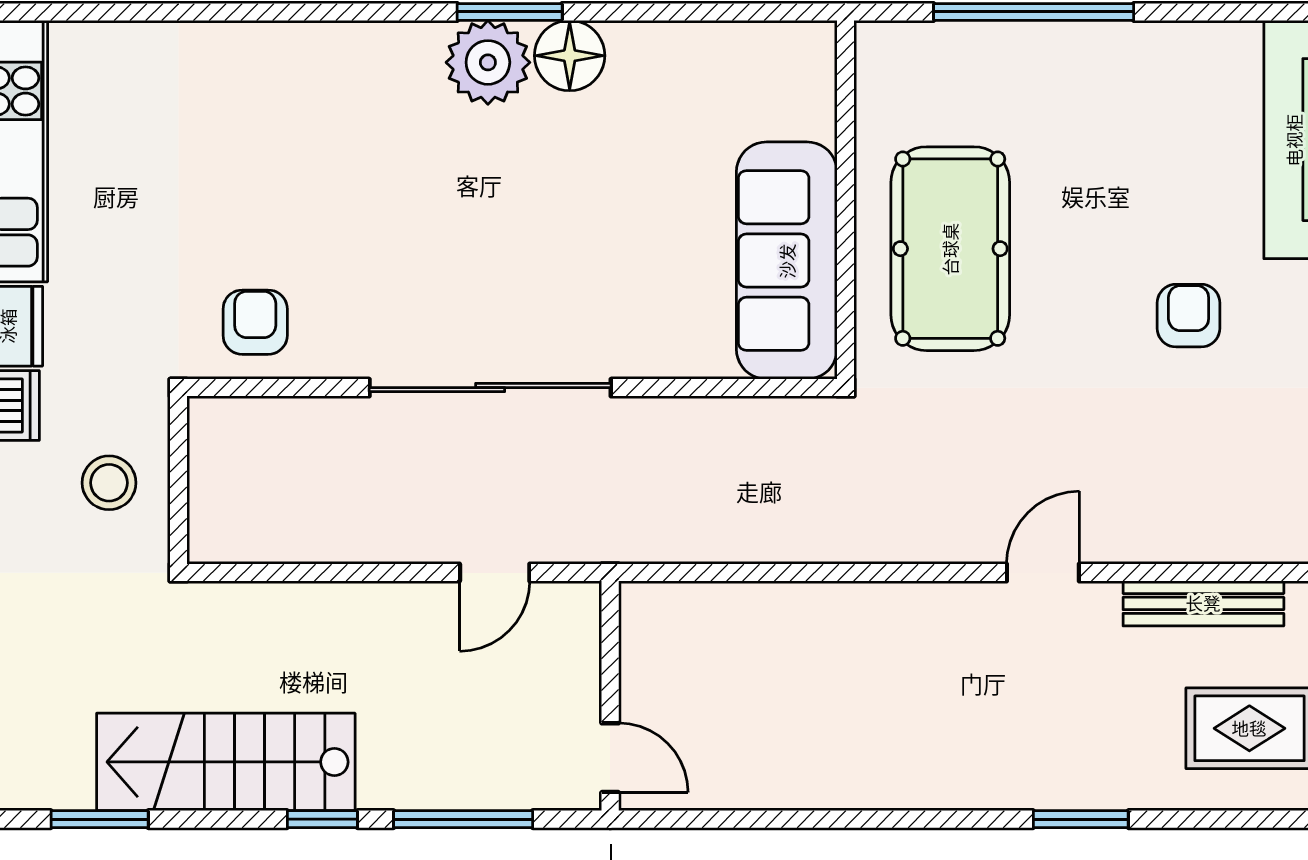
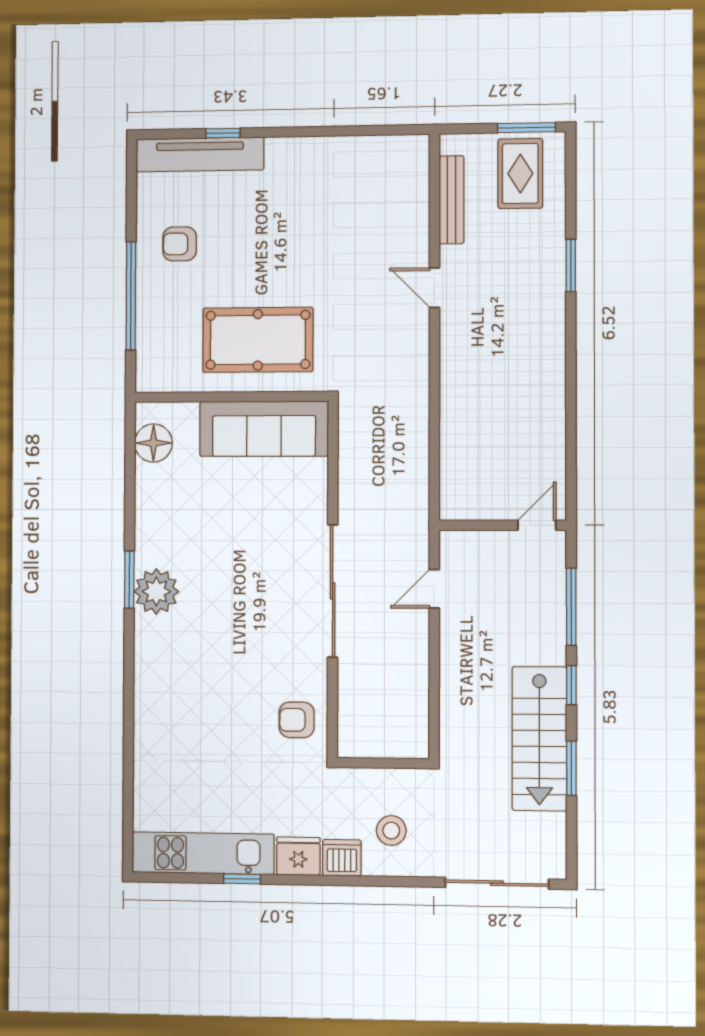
floor lamp: (570, 56) -> (153, 443), moved
armchair: (1189, 316) -> (180, 244), moved
stool: (109, 483) -> (391, 831), moved
door: (495, 573) -> (434, 589), swing flipped
window: (100, 819) -> (571, 768), moved

